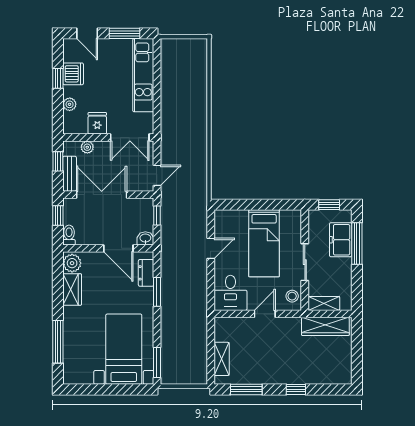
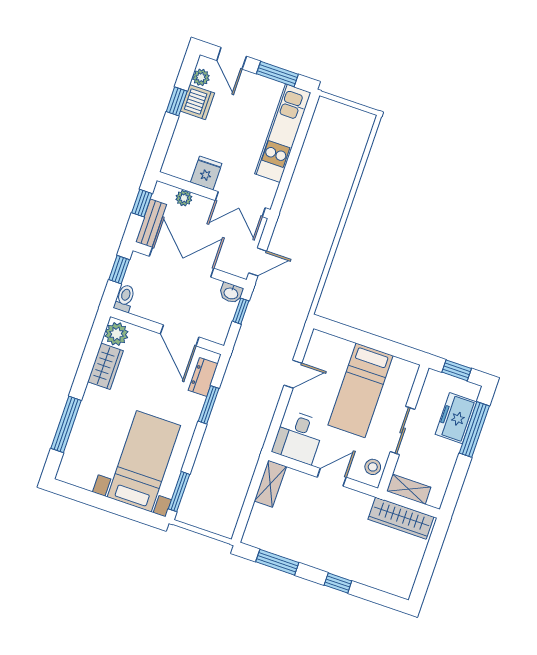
plant: (70, 104) -> (201, 77), moved
washbasin: (145, 238) -> (231, 293), moved, turned 180
shelving: (222, 359) -> (270, 484), moved

